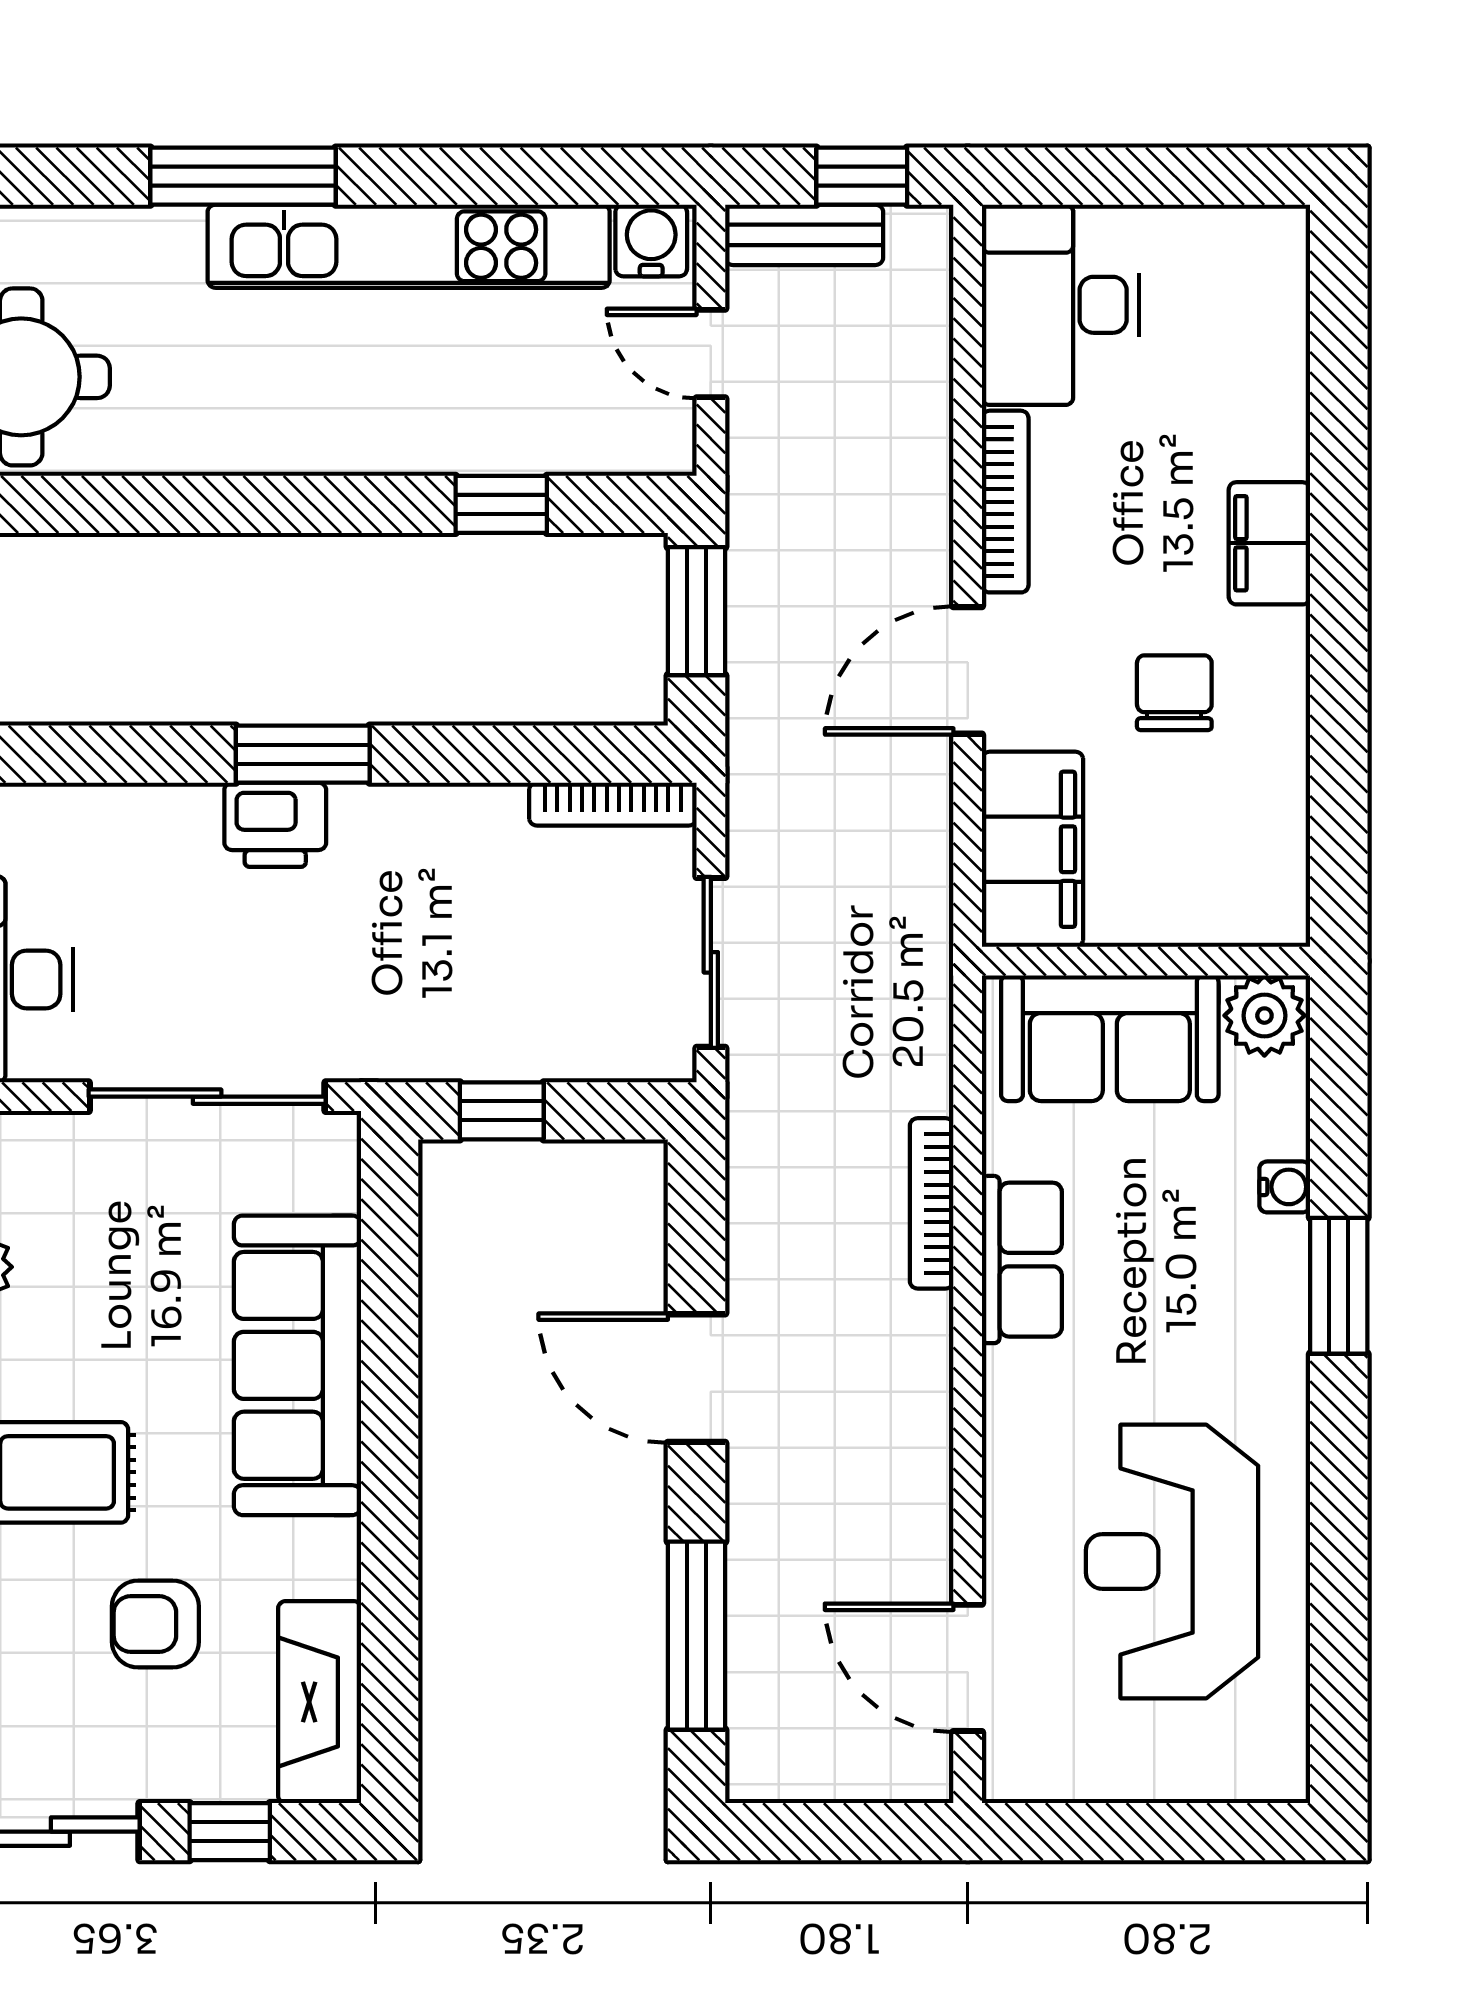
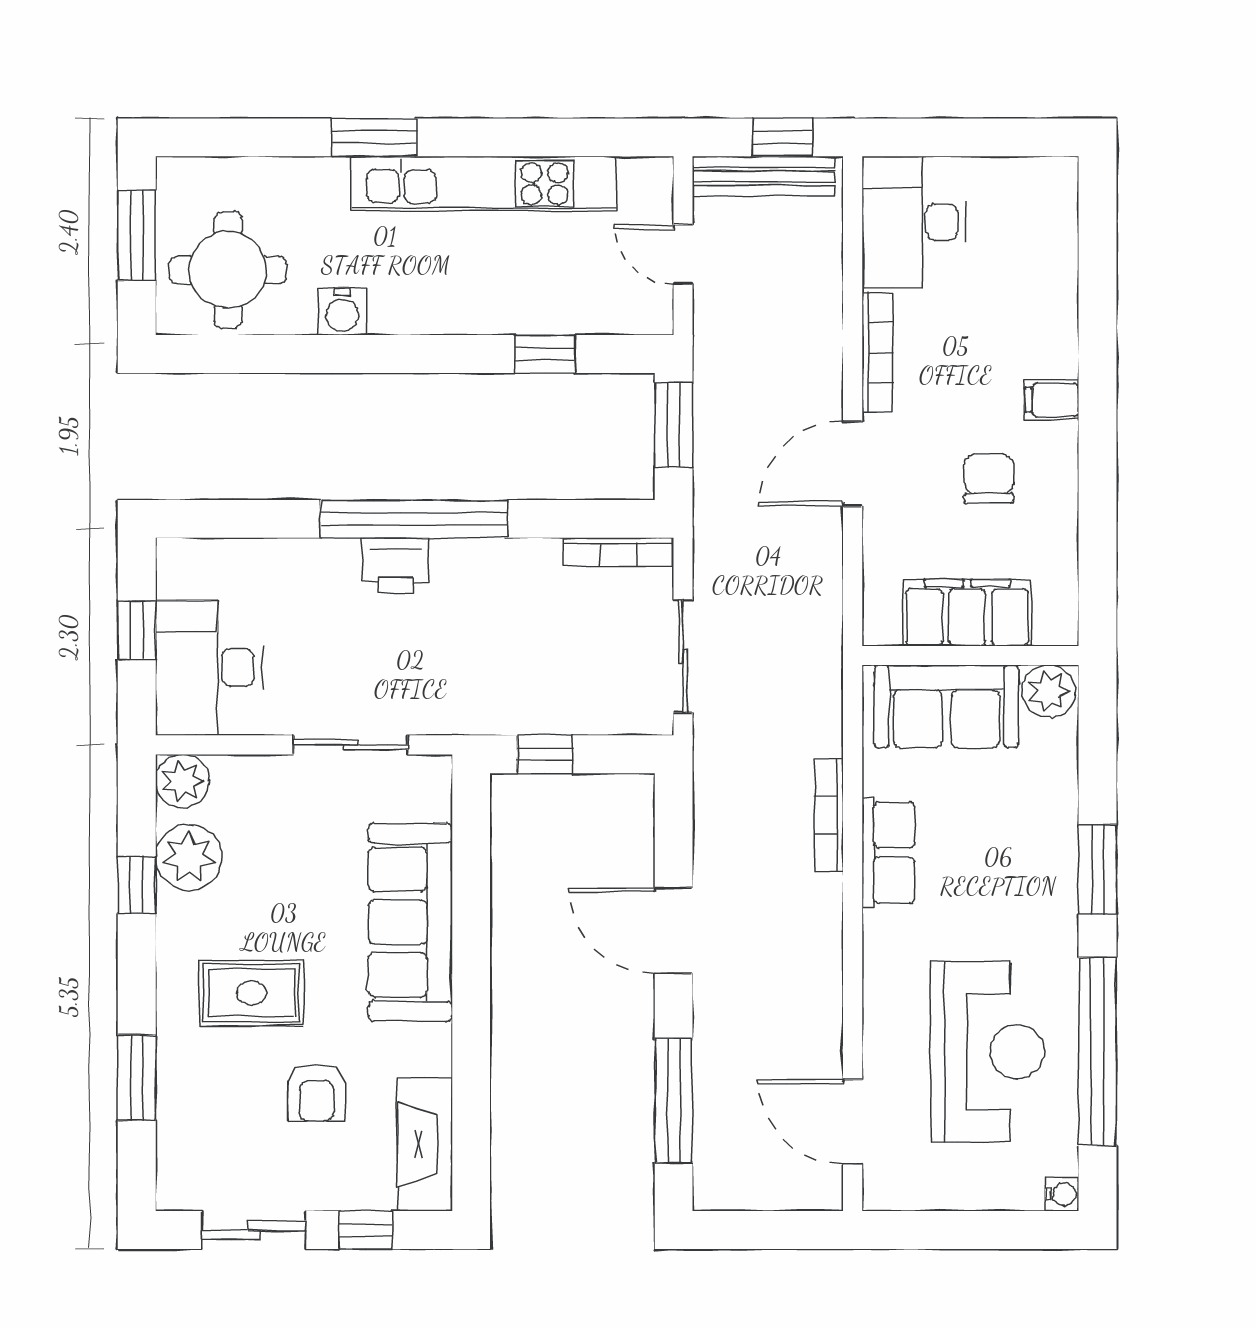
window: (243, 176) -> (374, 137), width x0.69
bench: (804, 235) -> (764, 176), width x1.36
water cooler: (651, 240) -> (342, 312), moved, turned 180
filing cabinet: (1269, 543) -> (1052, 400), width x0.50
window: (303, 754) -> (414, 519), width x2.11
filing cabinet: (1033, 849) -> (967, 613), moved, turned -90
sliding door: (207, 1097) -> (351, 745), width x0.73
water cooler: (1285, 1187) -> (1062, 1194), moved
reception desk: (1172, 1562) -> (987, 1052), turned 180
window: (1339, 1562) -> (1098, 1052), added
armchair: (155, 1624) -> (316, 1093), turned -90

